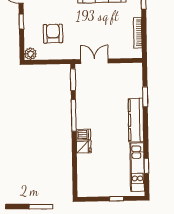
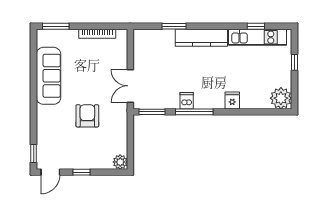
armchair: (53, 34) -> (87, 116), moved, turned 90
dishwasher: (83, 135) -> (187, 101), moved
plant: (86, 188) -> (281, 98), added

